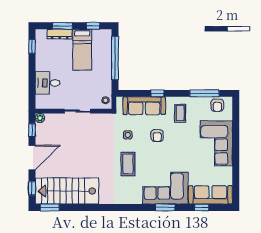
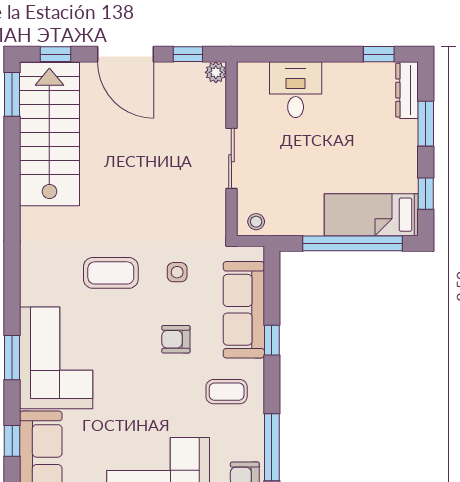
dresser: (60, 34) -> (407, 90), moved
bed: (82, 50) -> (371, 215), moved

